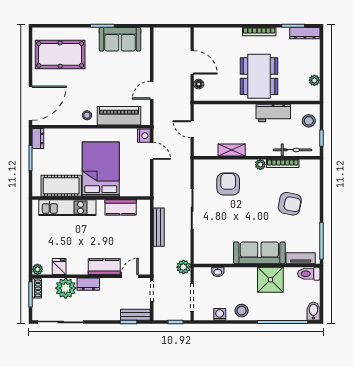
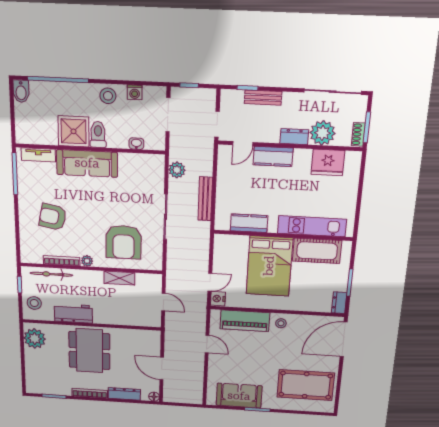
dresser: (305, 33) -> (124, 394), moved
plant: (314, 80) -> (35, 339), width x1.87, depth x1.87
floor lamp: (199, 84) -> (154, 397), moved
door: (152, 90) -> (207, 344), hinge flipped
door: (152, 151) -> (210, 282), swing flipped
armchair: (228, 184) -> (124, 242), width x1.36, depth x1.36
fridge: (59, 266) -> (328, 163), width x1.88, depth x1.34
plant: (183, 267) -> (177, 170), moved
plant: (37, 269) -> (355, 157), removed
toilet: (309, 274) -> (98, 134), moved, turned -90
bench: (135, 315) -> (263, 98), moved

